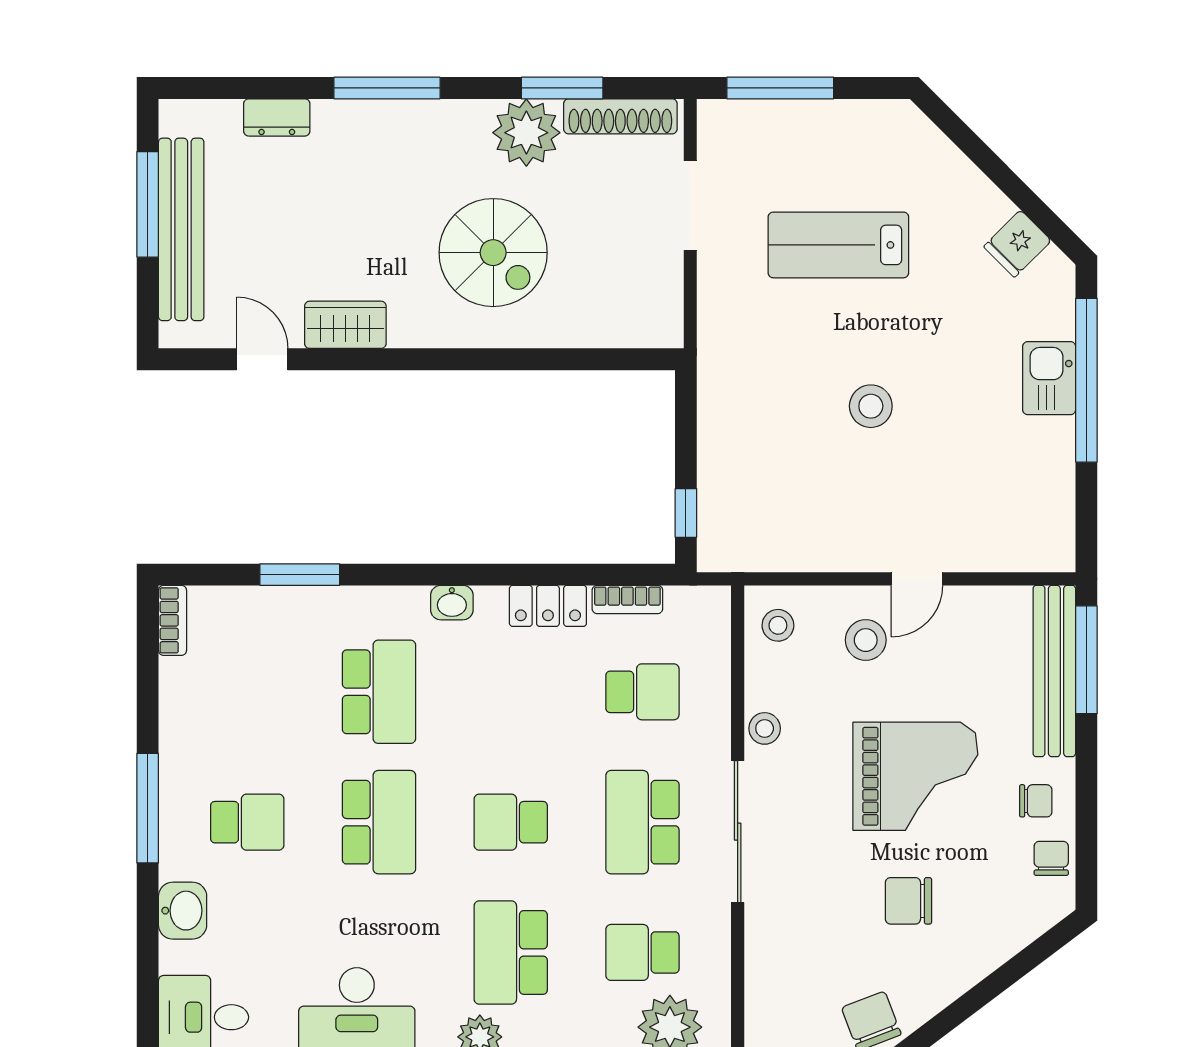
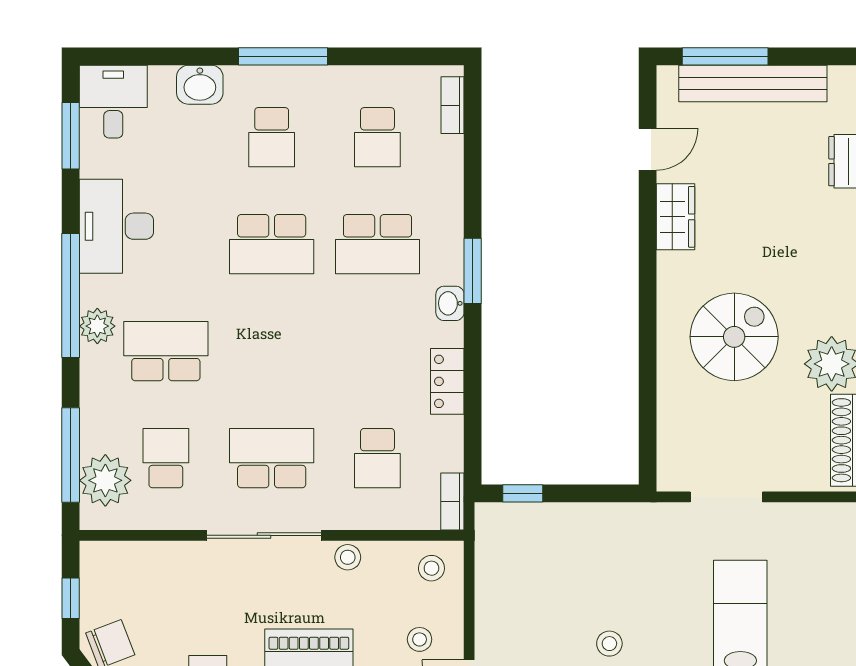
window: (148, 204) -> (725, 56), moved
doorway: (690, 206) -> (726, 497), moved
spiral stairs: (493, 253) -> (734, 337), turned 180
stool: (871, 406) -> (609, 644), width x0.73, depth x0.73
window: (300, 575) -> (473, 271), moved
bookcase: (627, 599) -> (452, 501), moved
bookcase: (173, 620) -> (453, 105), moved, turned 90
stool: (866, 640) -> (420, 639), width x0.73, depth x0.73
school desk: (511, 822) -> (377, 137), moved, turned 180

